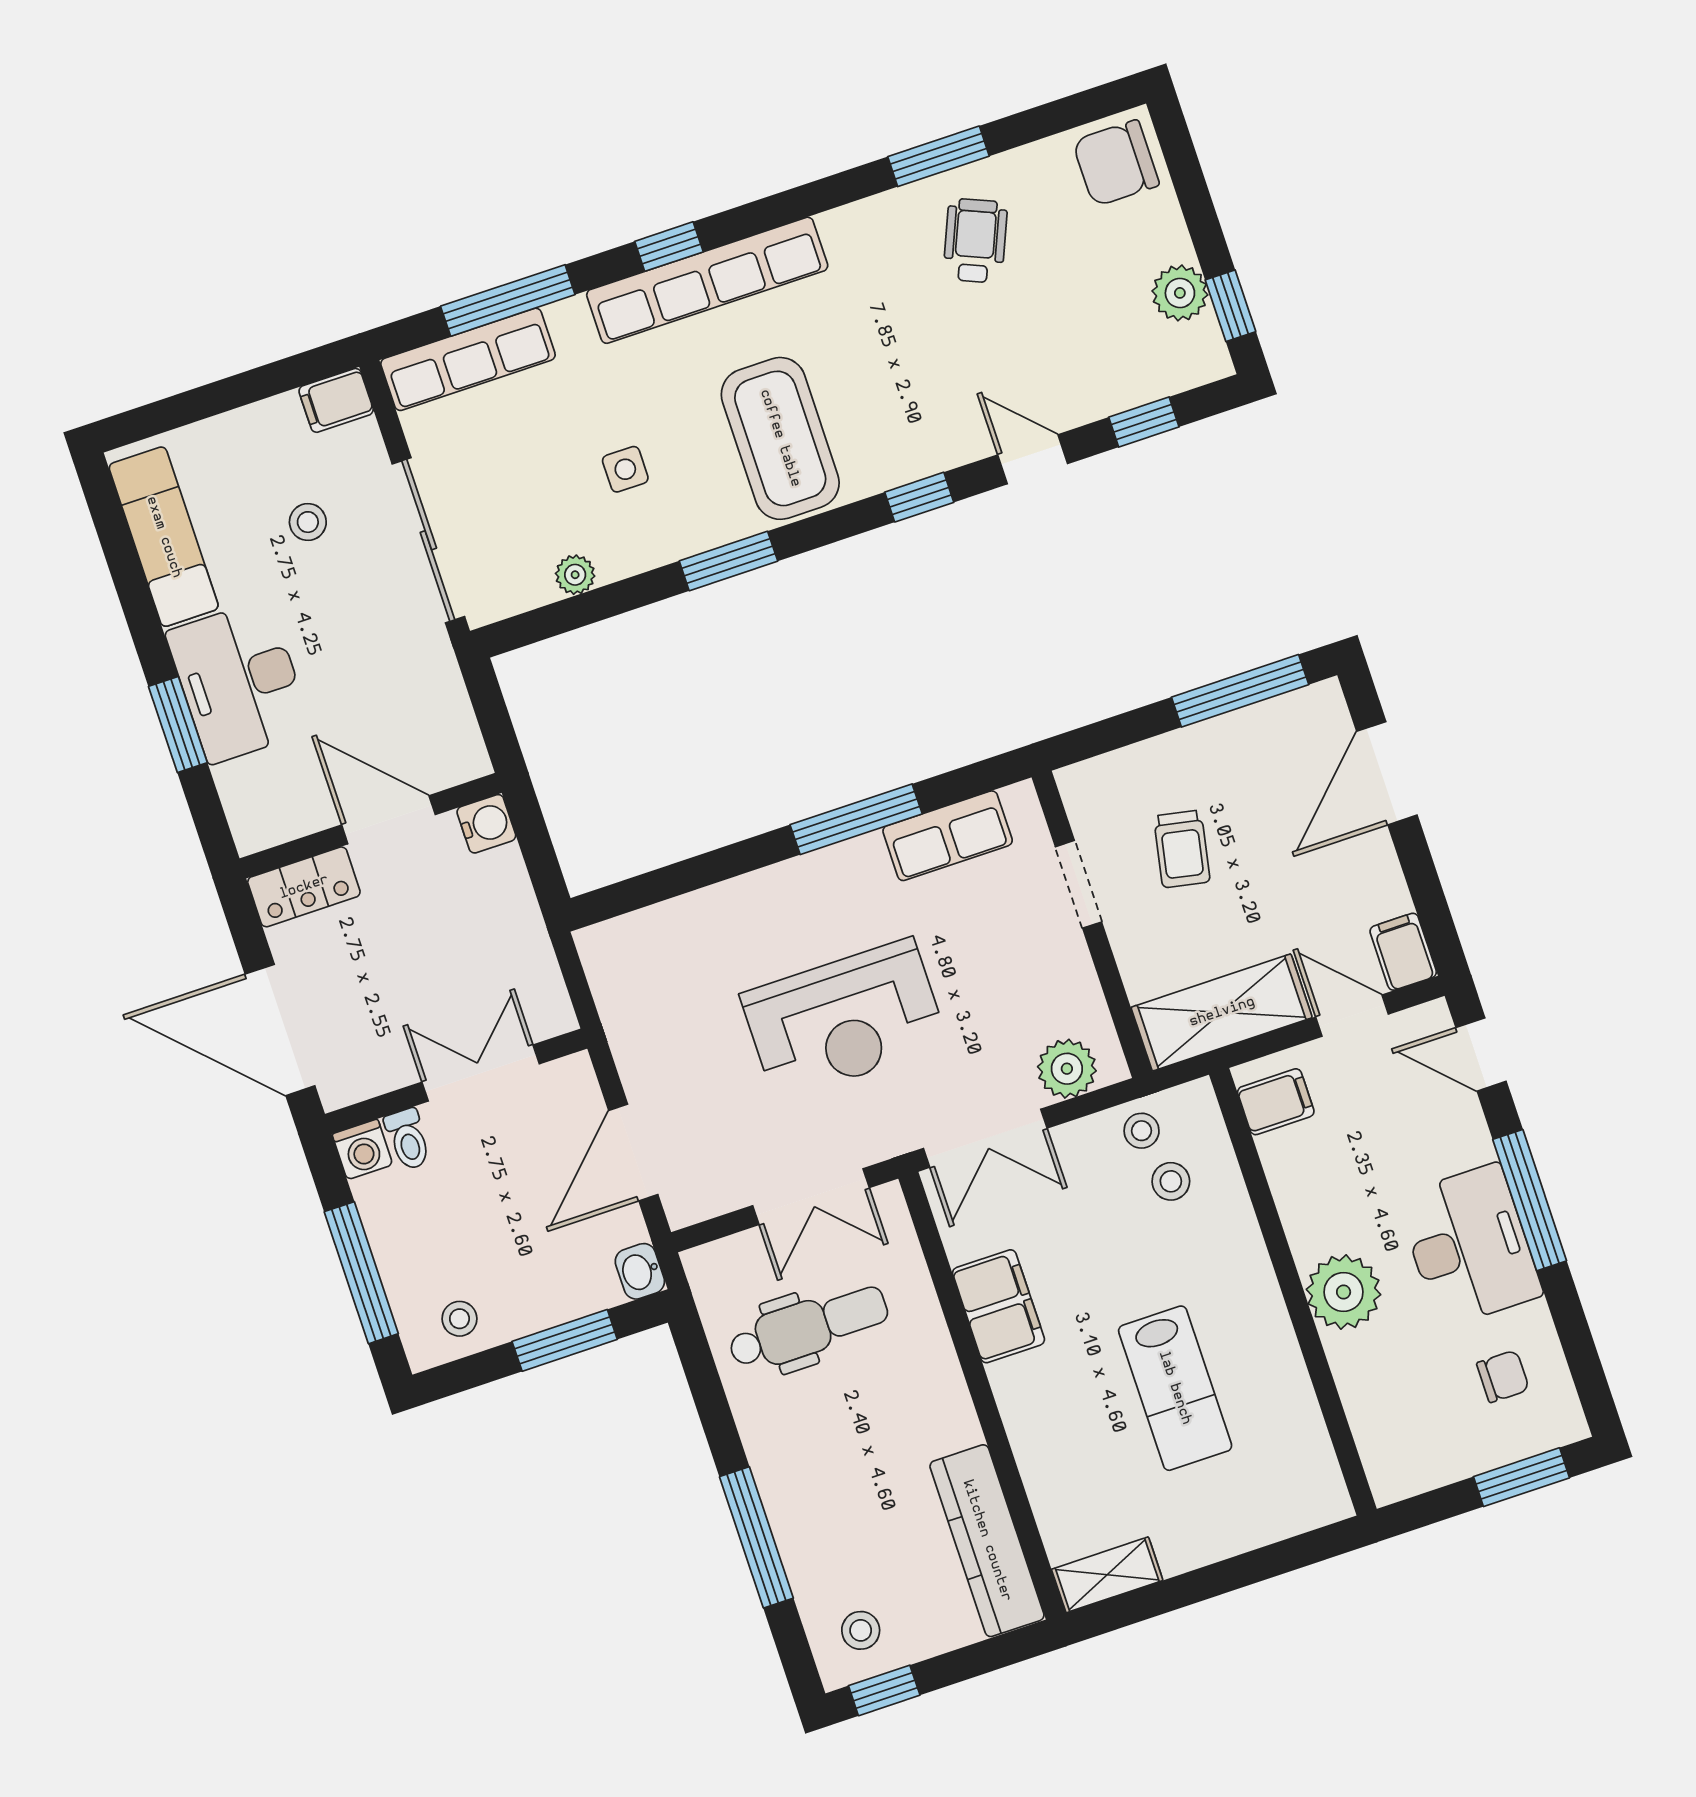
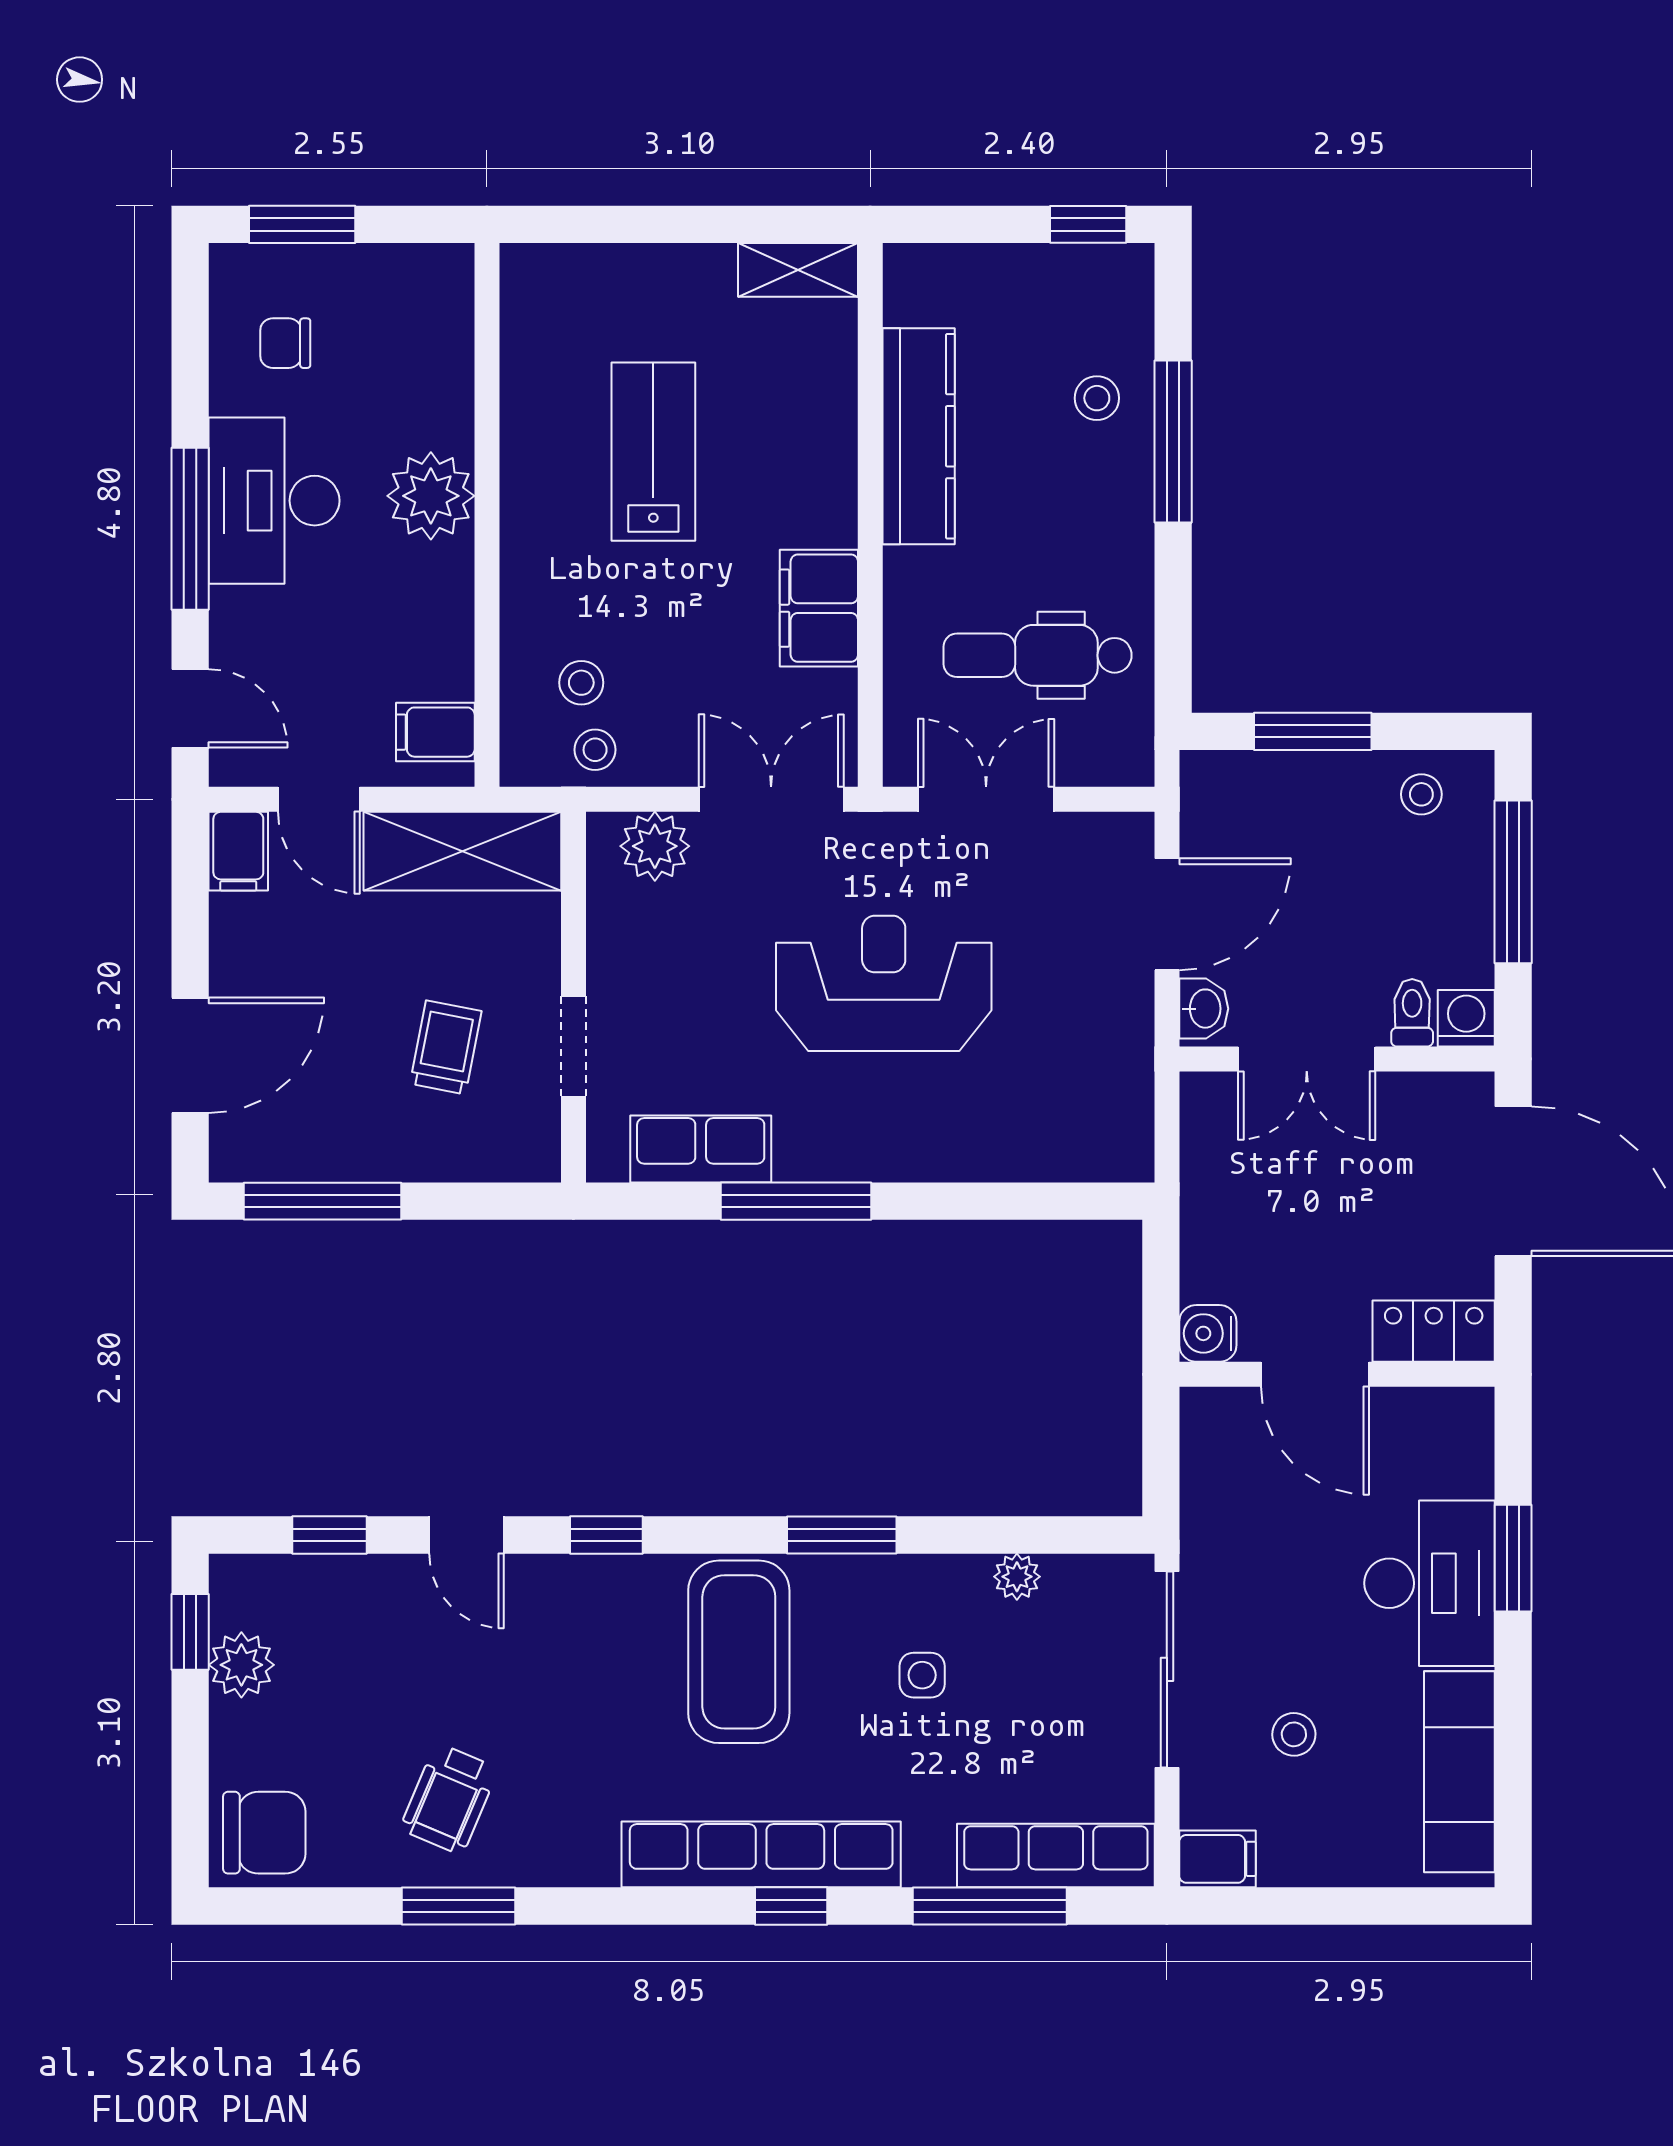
washbasin: (640, 1271) -> (1204, 1009), moved
kitchen counter: (987, 1541) -> (919, 436), moved
stool: (861, 1630) -> (1097, 398), moved

